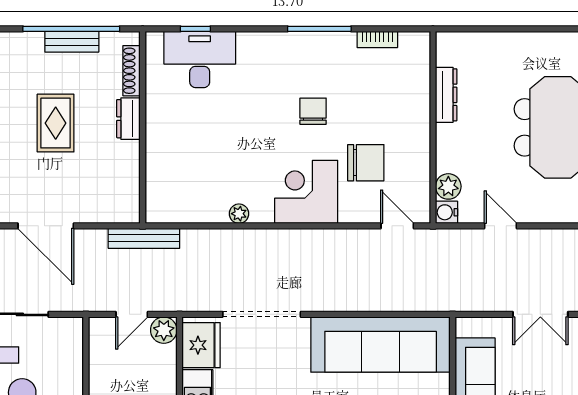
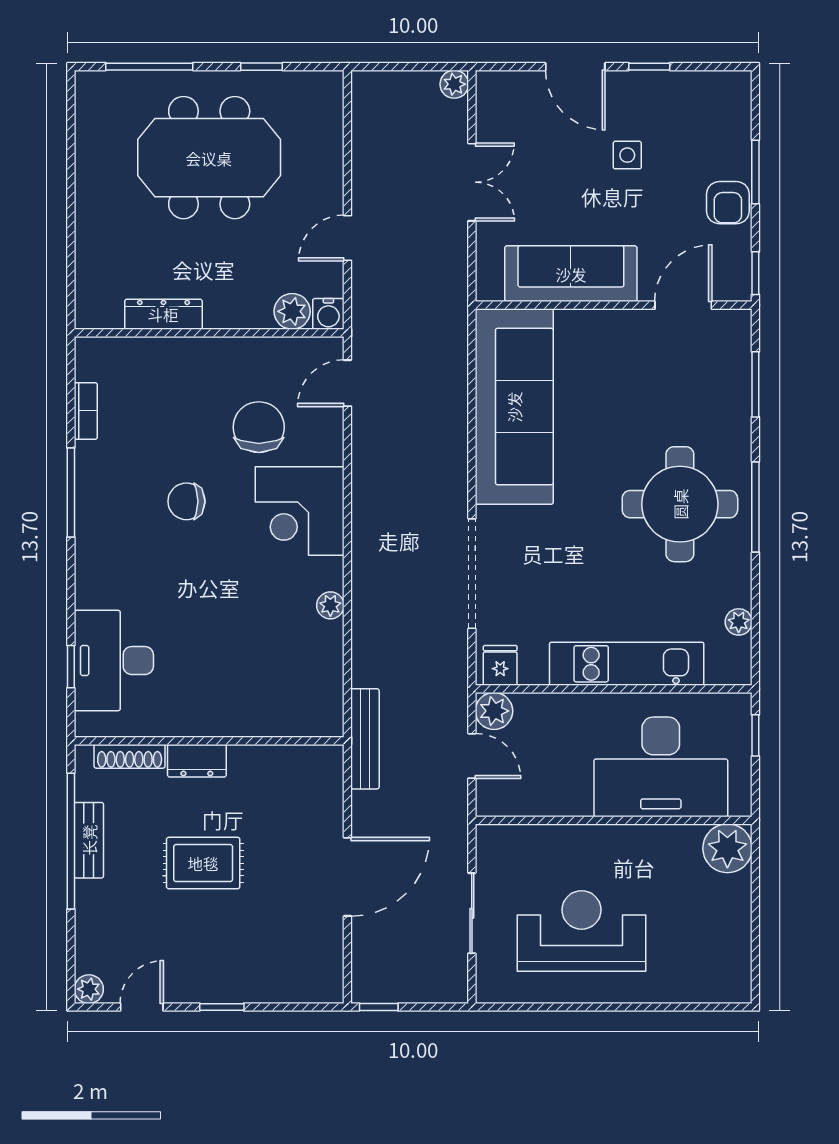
fridge: (201, 345) -> (500, 665), width x0.53, depth x0.75

